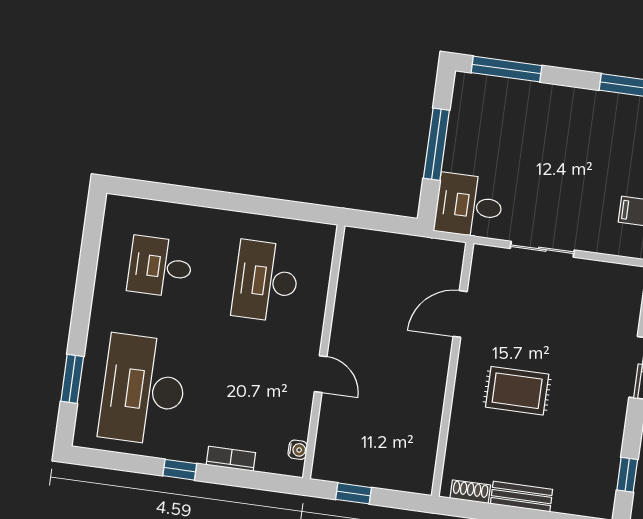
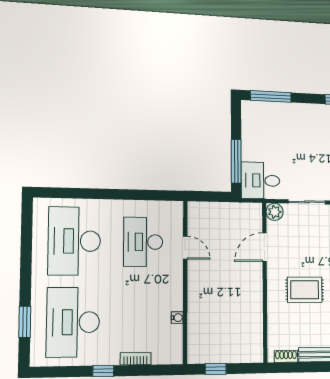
window: (436, 144) -> (236, 161), moved
plant: (485, 259) -> (275, 212), added
desk: (160, 267) -> (74, 241), width x1.87, depth x1.30
door: (321, 374) -> (185, 248), moved
water cooler: (298, 450) -> (177, 318), moved

